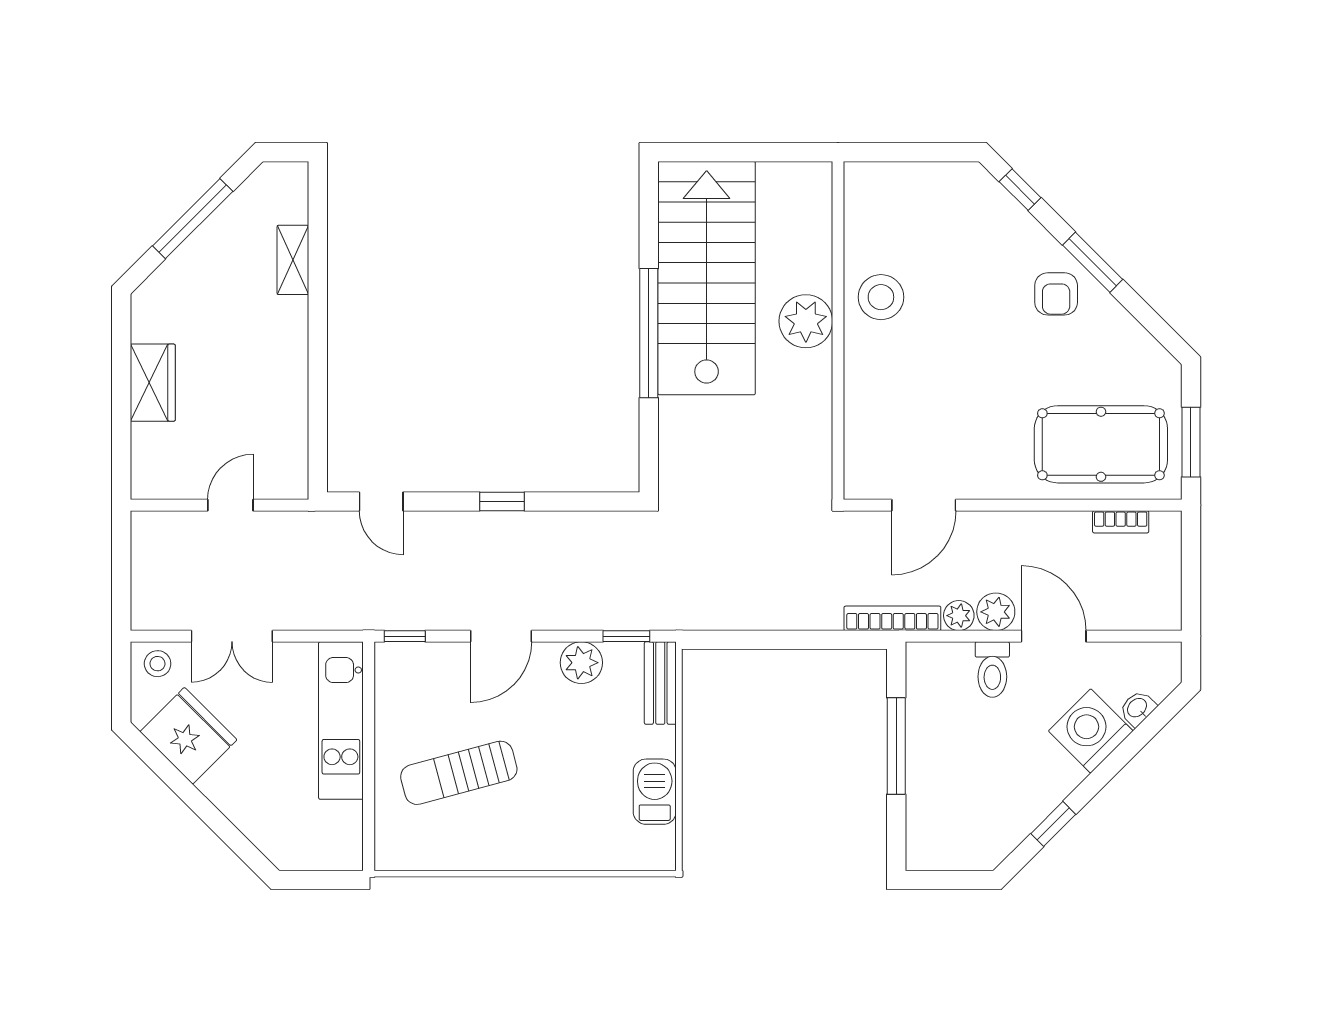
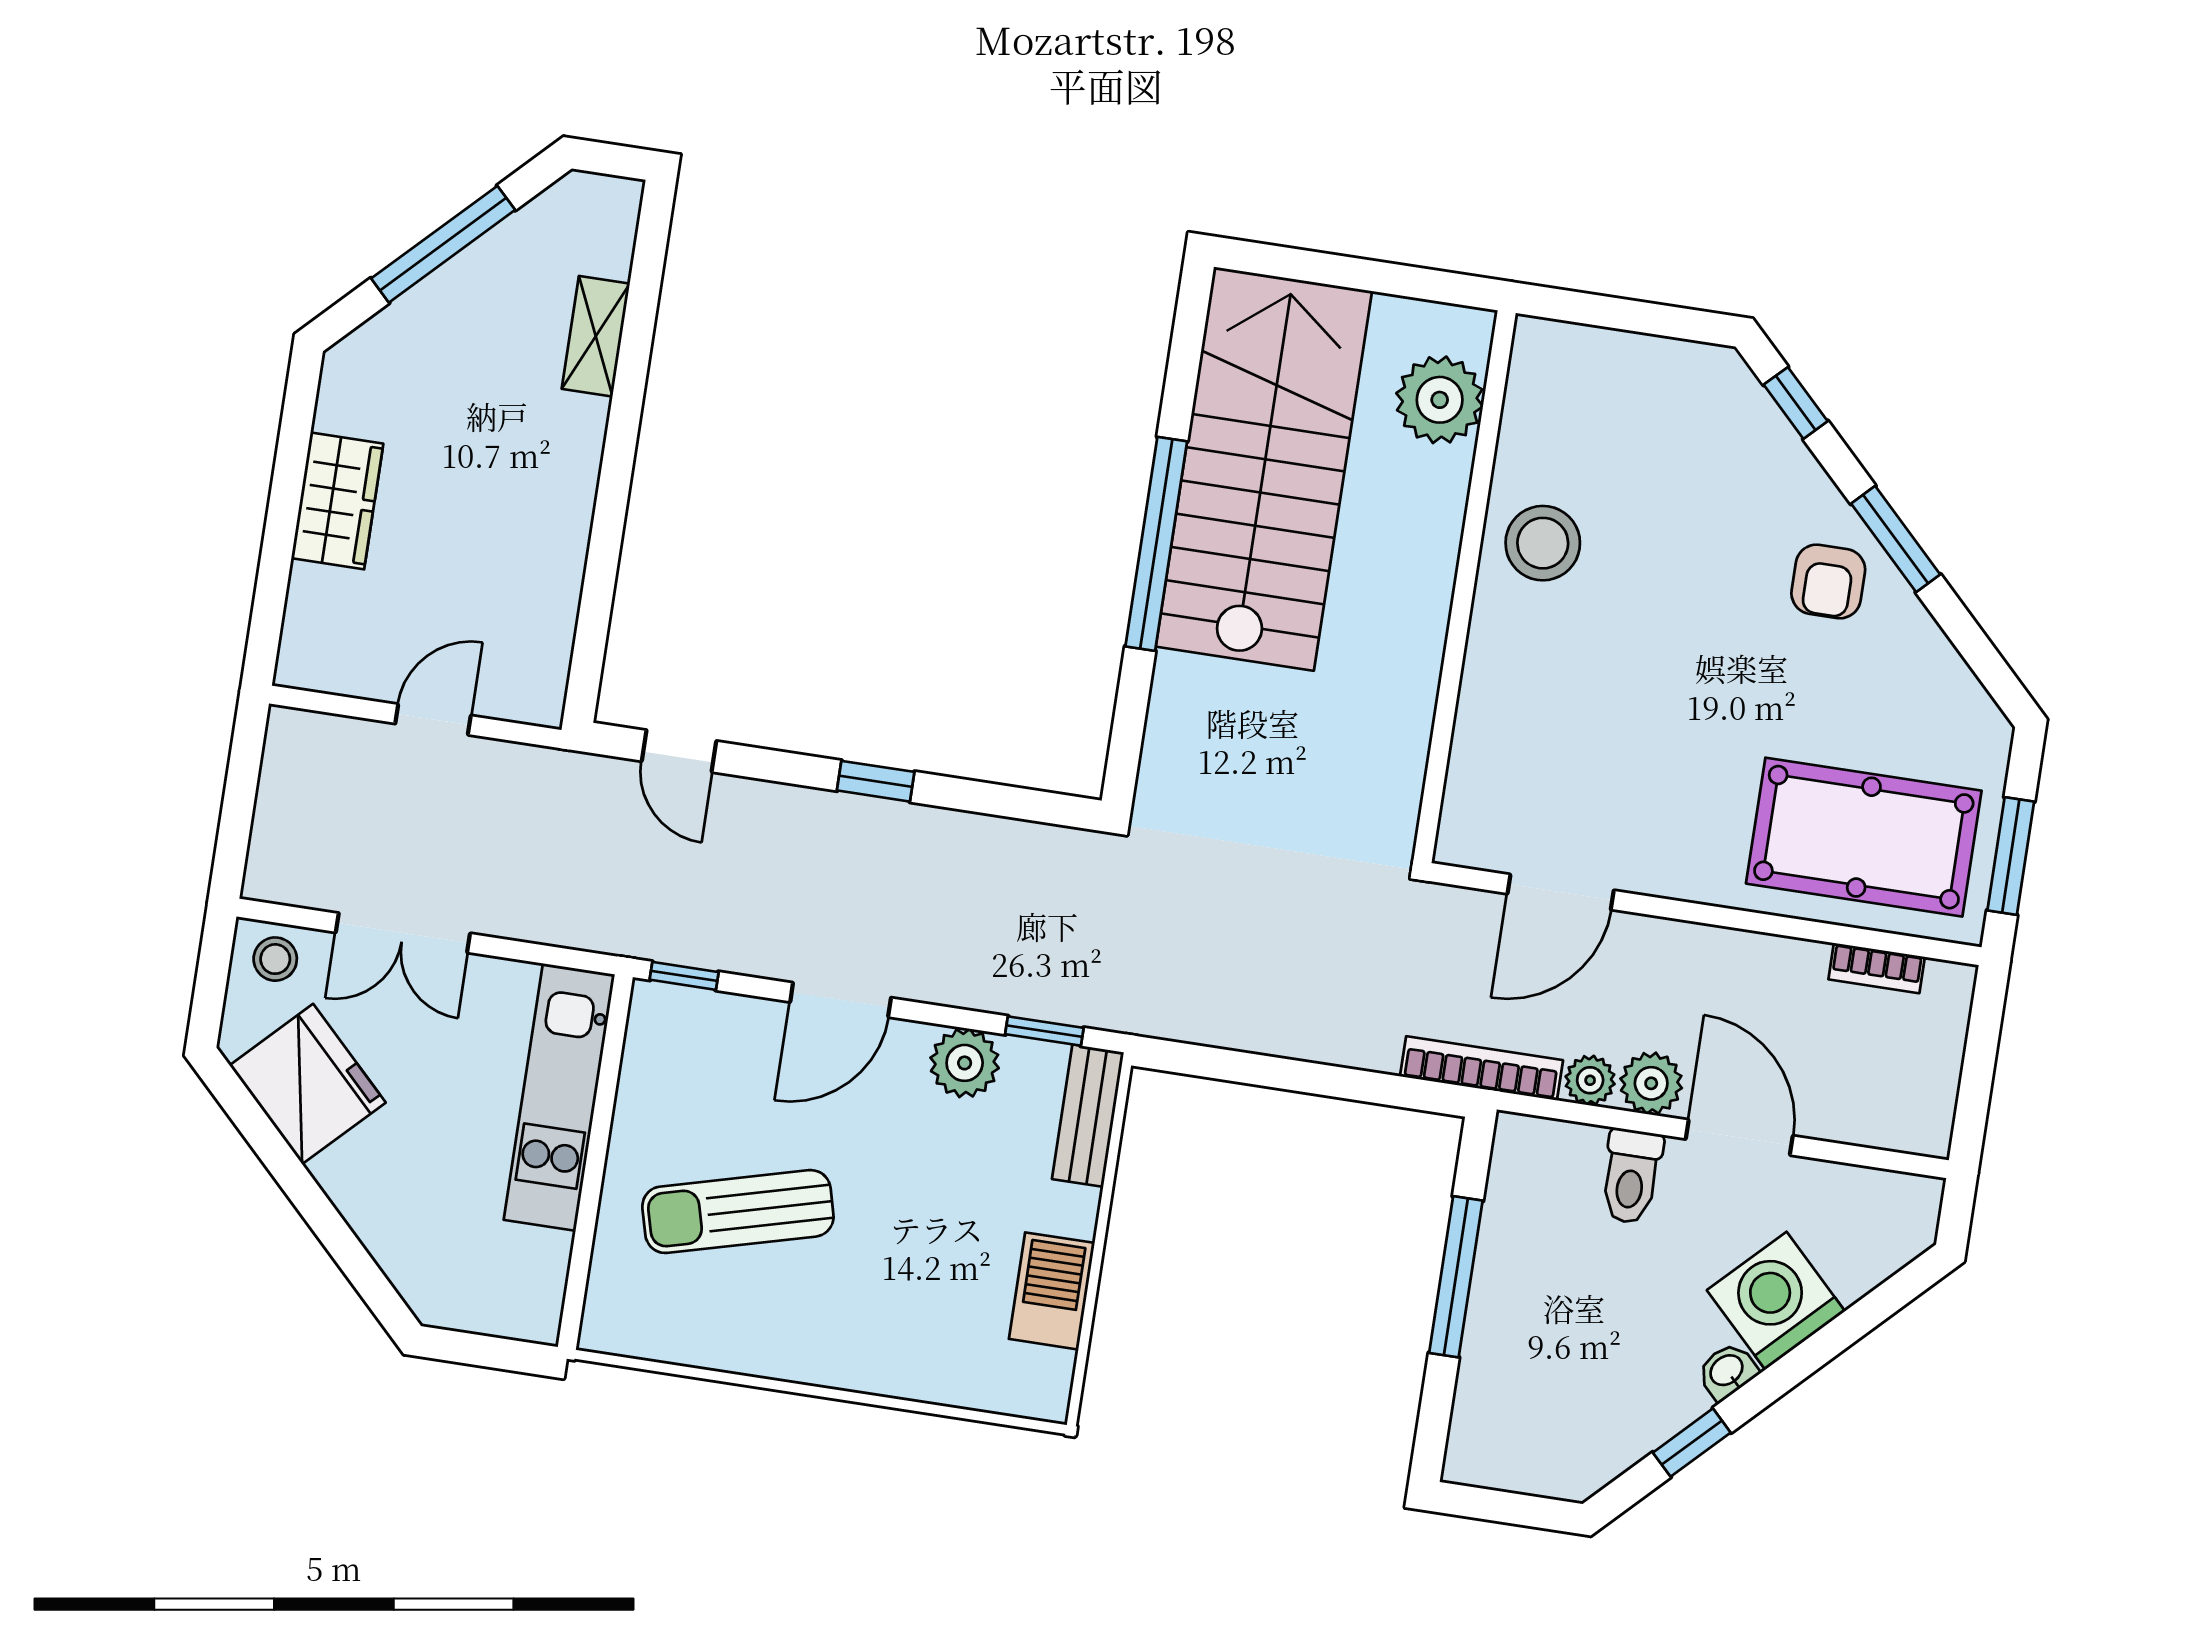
plant: (806, 321) -> (1440, 400), moved
washbasin: (1138, 708) -> (1727, 1371), moved

